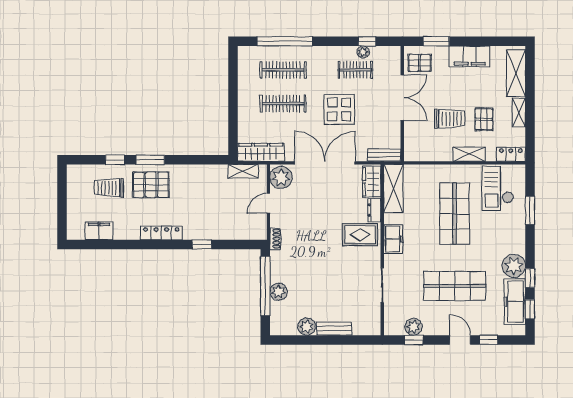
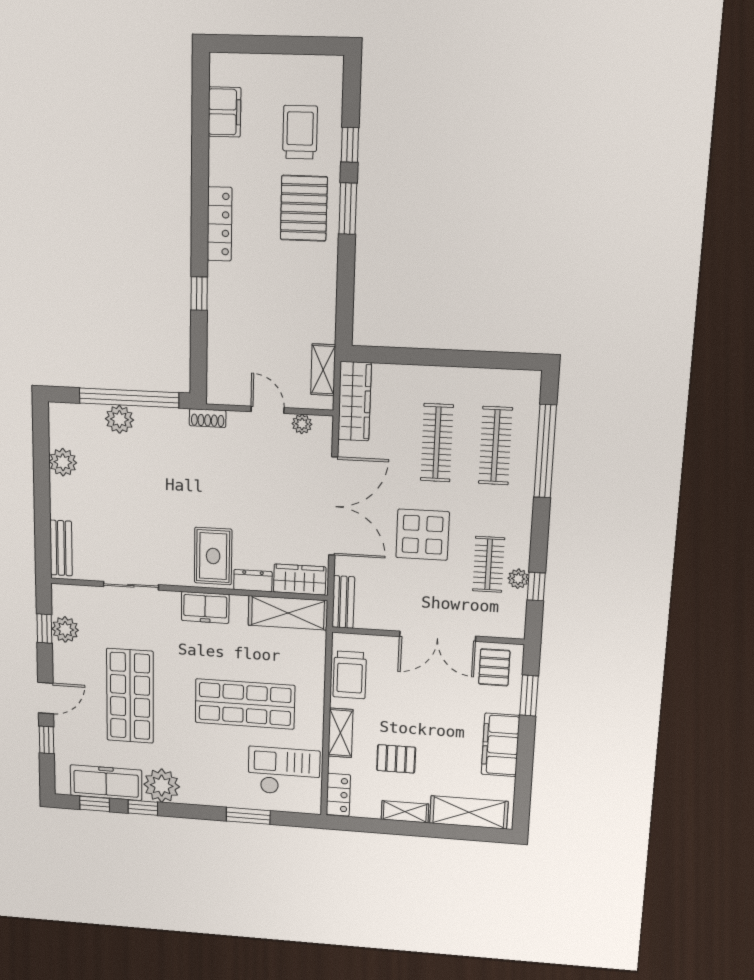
trolley: (450, 119) -> (350, 675), moved
plant: (281, 177) -> (302, 424), width x0.53, depth x0.53
bench: (334, 329) -> (61, 548), moved

